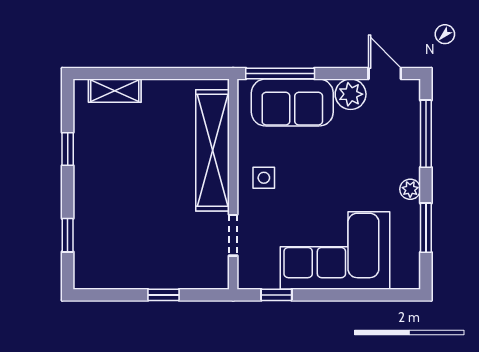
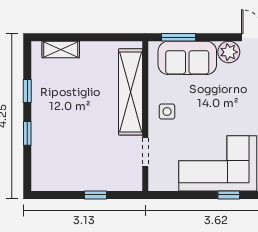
window: (280, 73) -> (179, 37), width x0.69
window: (68, 235) -> (27, 133), moved
window: (276, 295) -> (229, 195), moved

